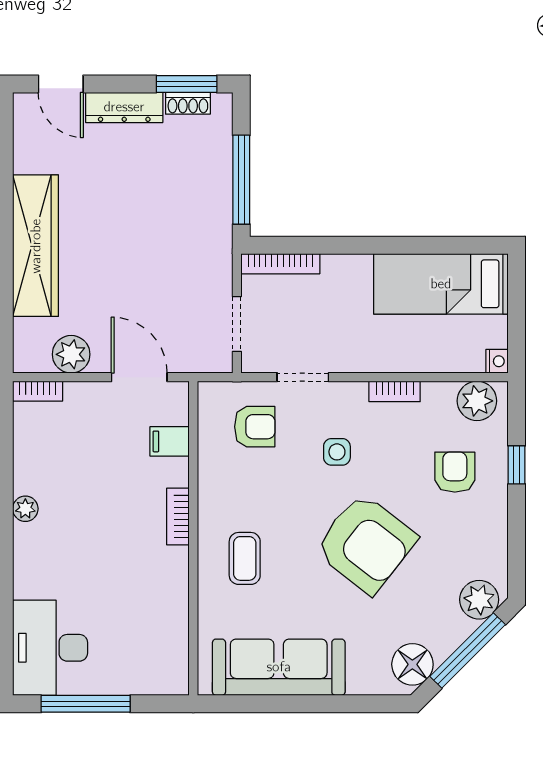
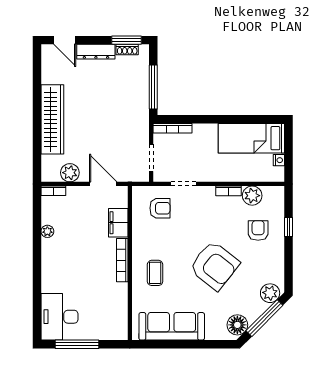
nightstand: (497, 361) -> (279, 160), moved
plant: (477, 401) -> (252, 196), moved
filing cabinet: (170, 441) -> (118, 223), width x2.00
side table: (337, 452) -> (200, 221), removed
plant: (25, 509) -> (47, 231), moved
bookcase: (178, 517) -> (122, 260), width x1.56

